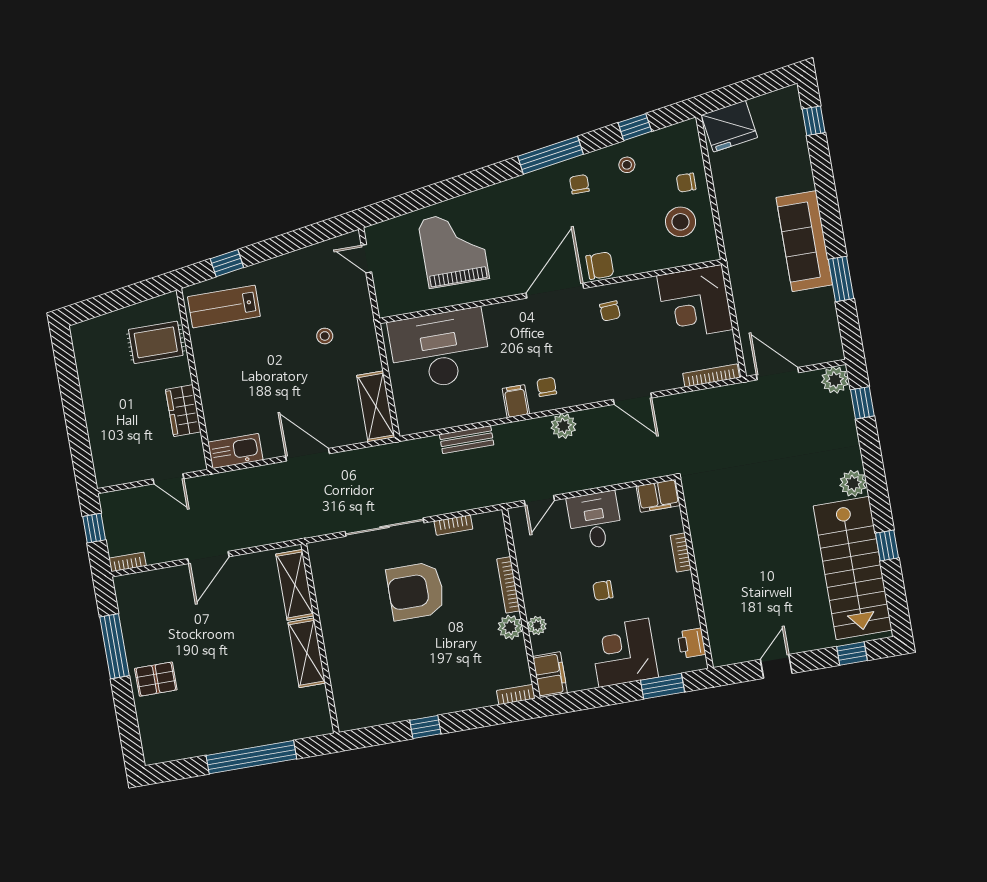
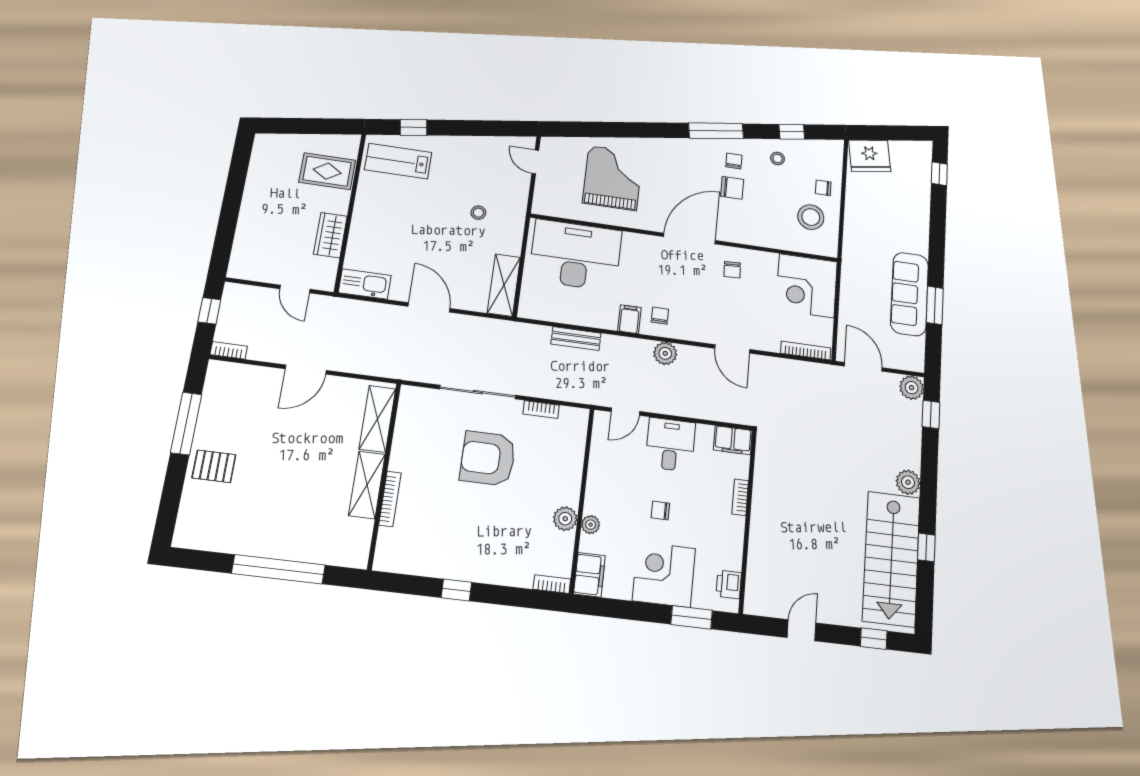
sofa: (804, 241) -> (909, 294), moved
chair: (600, 266) -> (732, 188), moved
bookcase: (508, 585) -> (390, 499), moved, turned 180

